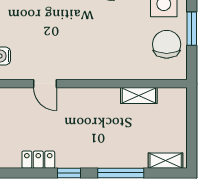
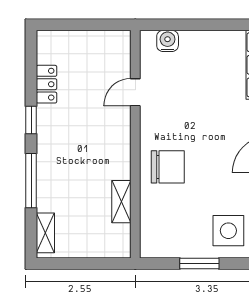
chair: (167, 44) -> (168, 167), moved

